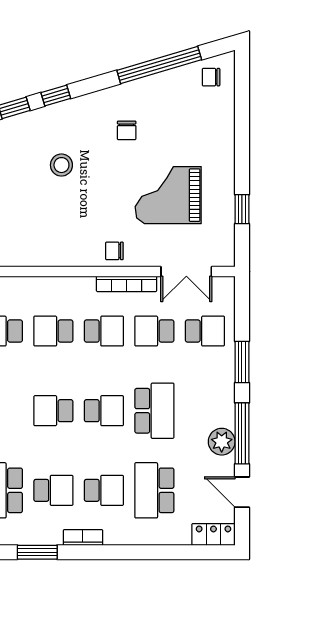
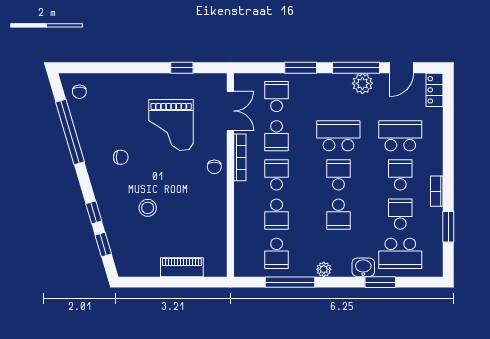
school desk: (154, 490) -> (400, 136), turned 180

